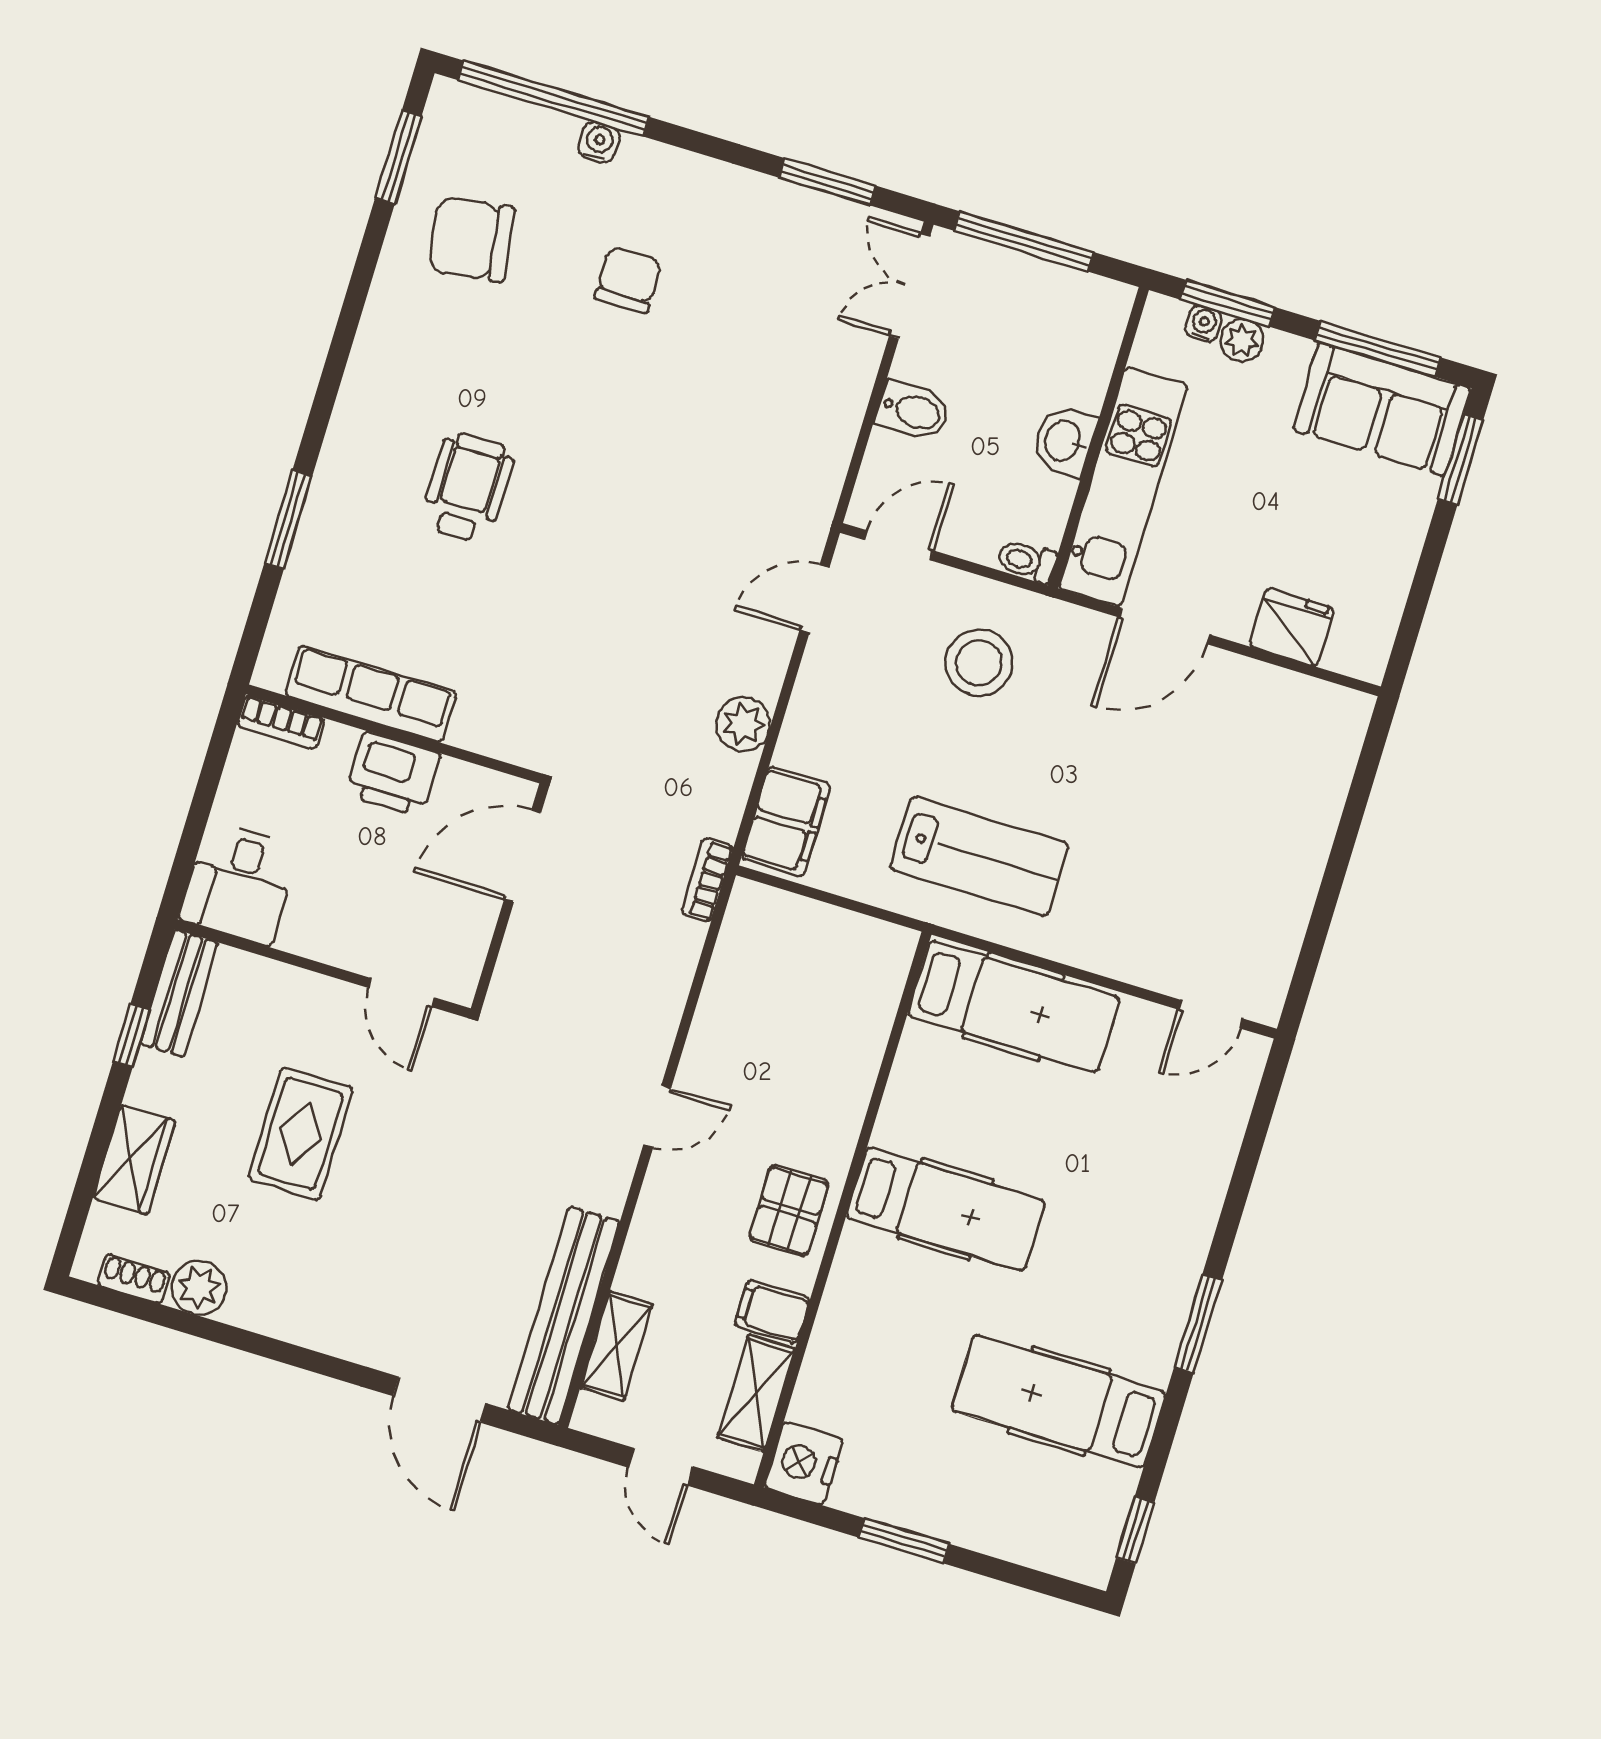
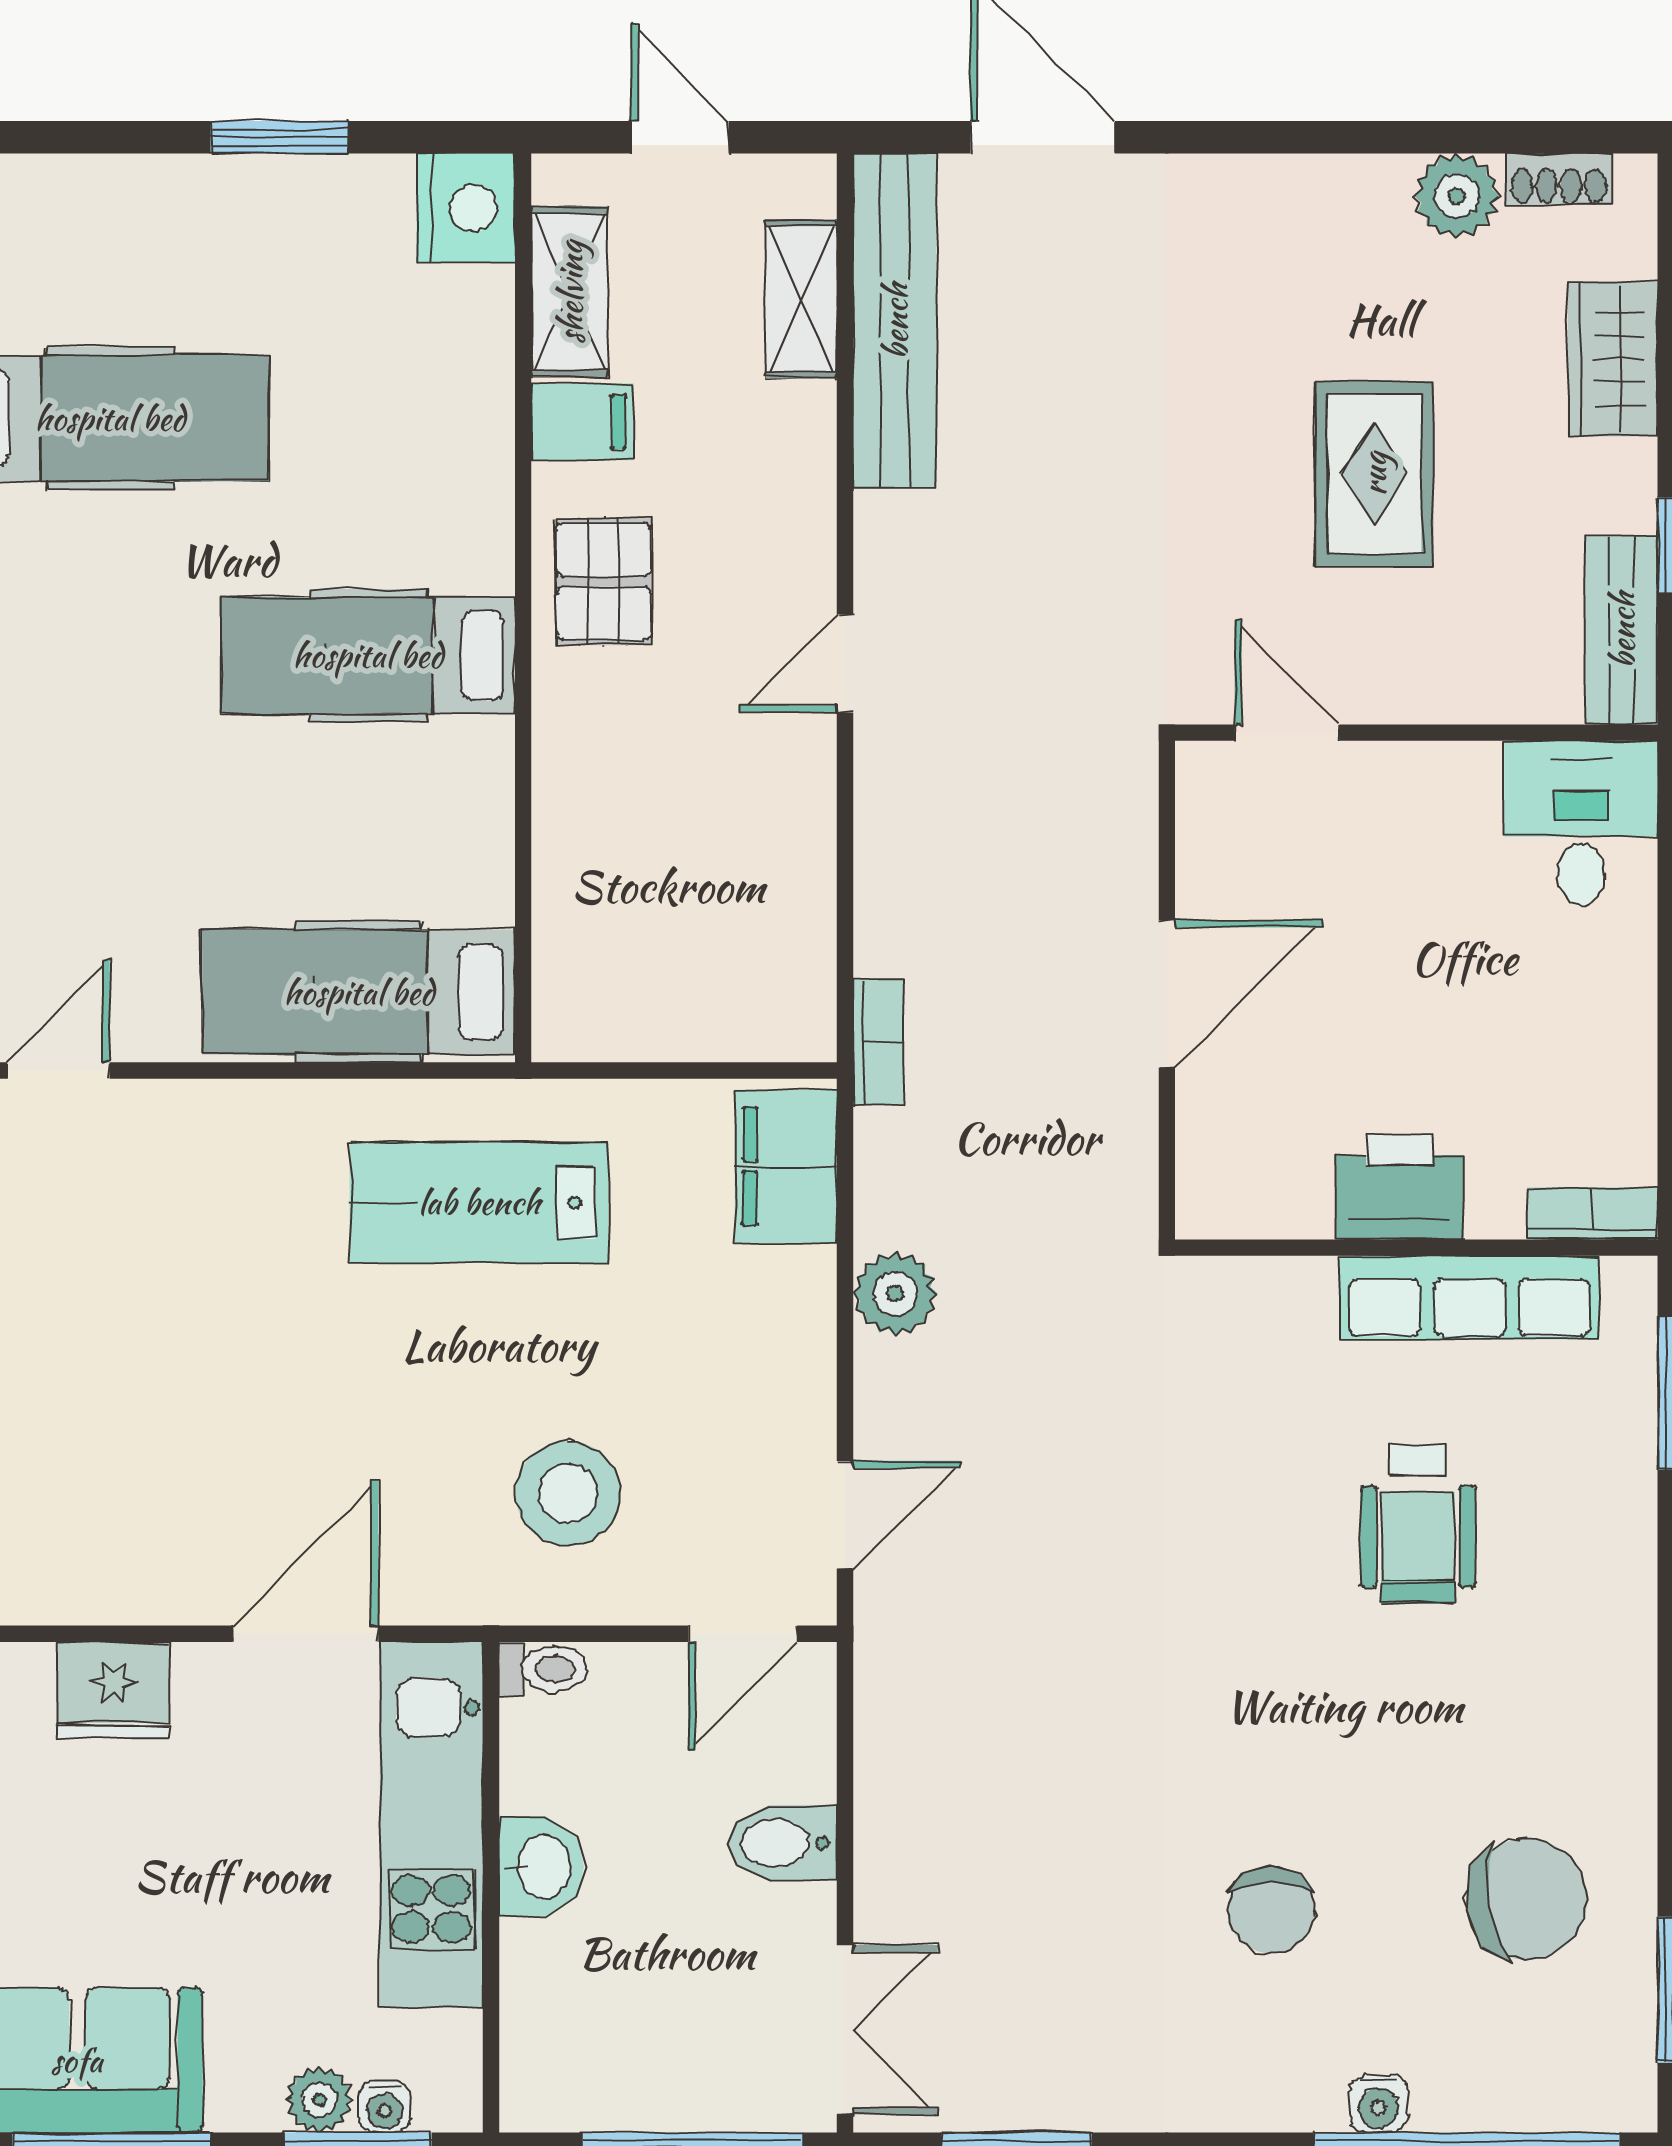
row of seats: (371, 694) -> (1470, 1298), moved
bookcase: (281, 722) -> (1592, 1213), moved
wall: (394, 734) -> (1416, 1248), moved
printer: (393, 774) -> (1400, 1187), moved

